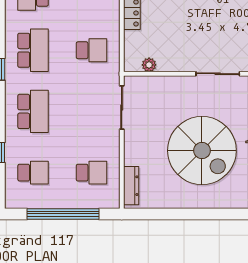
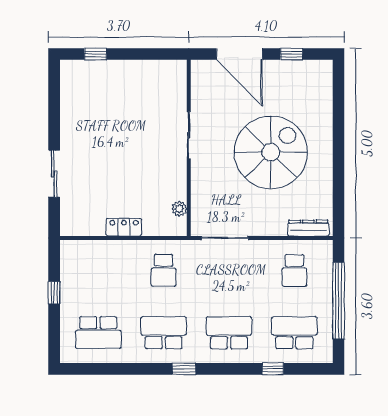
school desk: (91, 50) -> (164, 270), turned 180
school desk: (33, 173) -> (294, 333), width x1.85
school desk: (91, 173) -> (294, 270), turned 180

